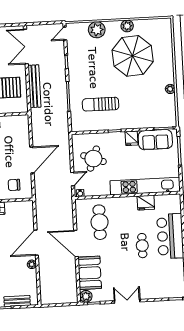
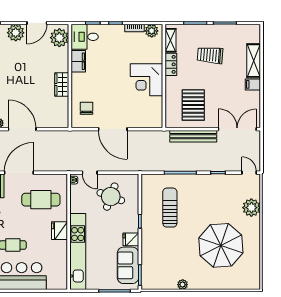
plant: (127, 26) -> (254, 241), removed
fridge: (146, 203) -> (60, 231), moved

